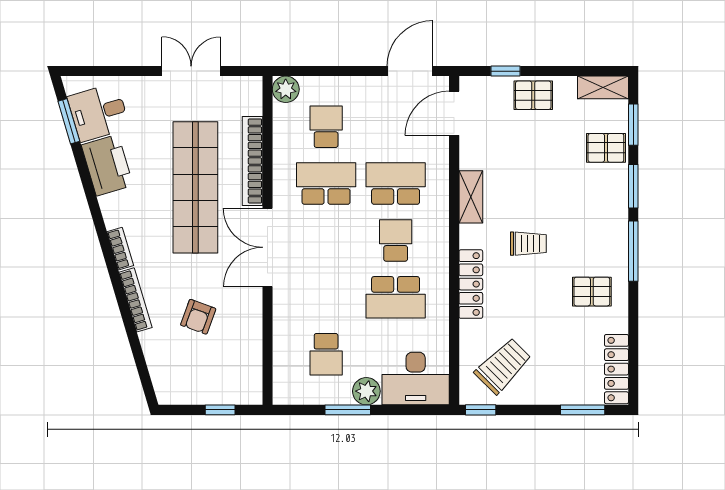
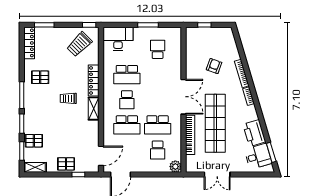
shelving: (471, 197) -> (94, 109), moved
school desk: (396, 297) -> (127, 75), turned 180
plant: (366, 391) -> (140, 33), removed

